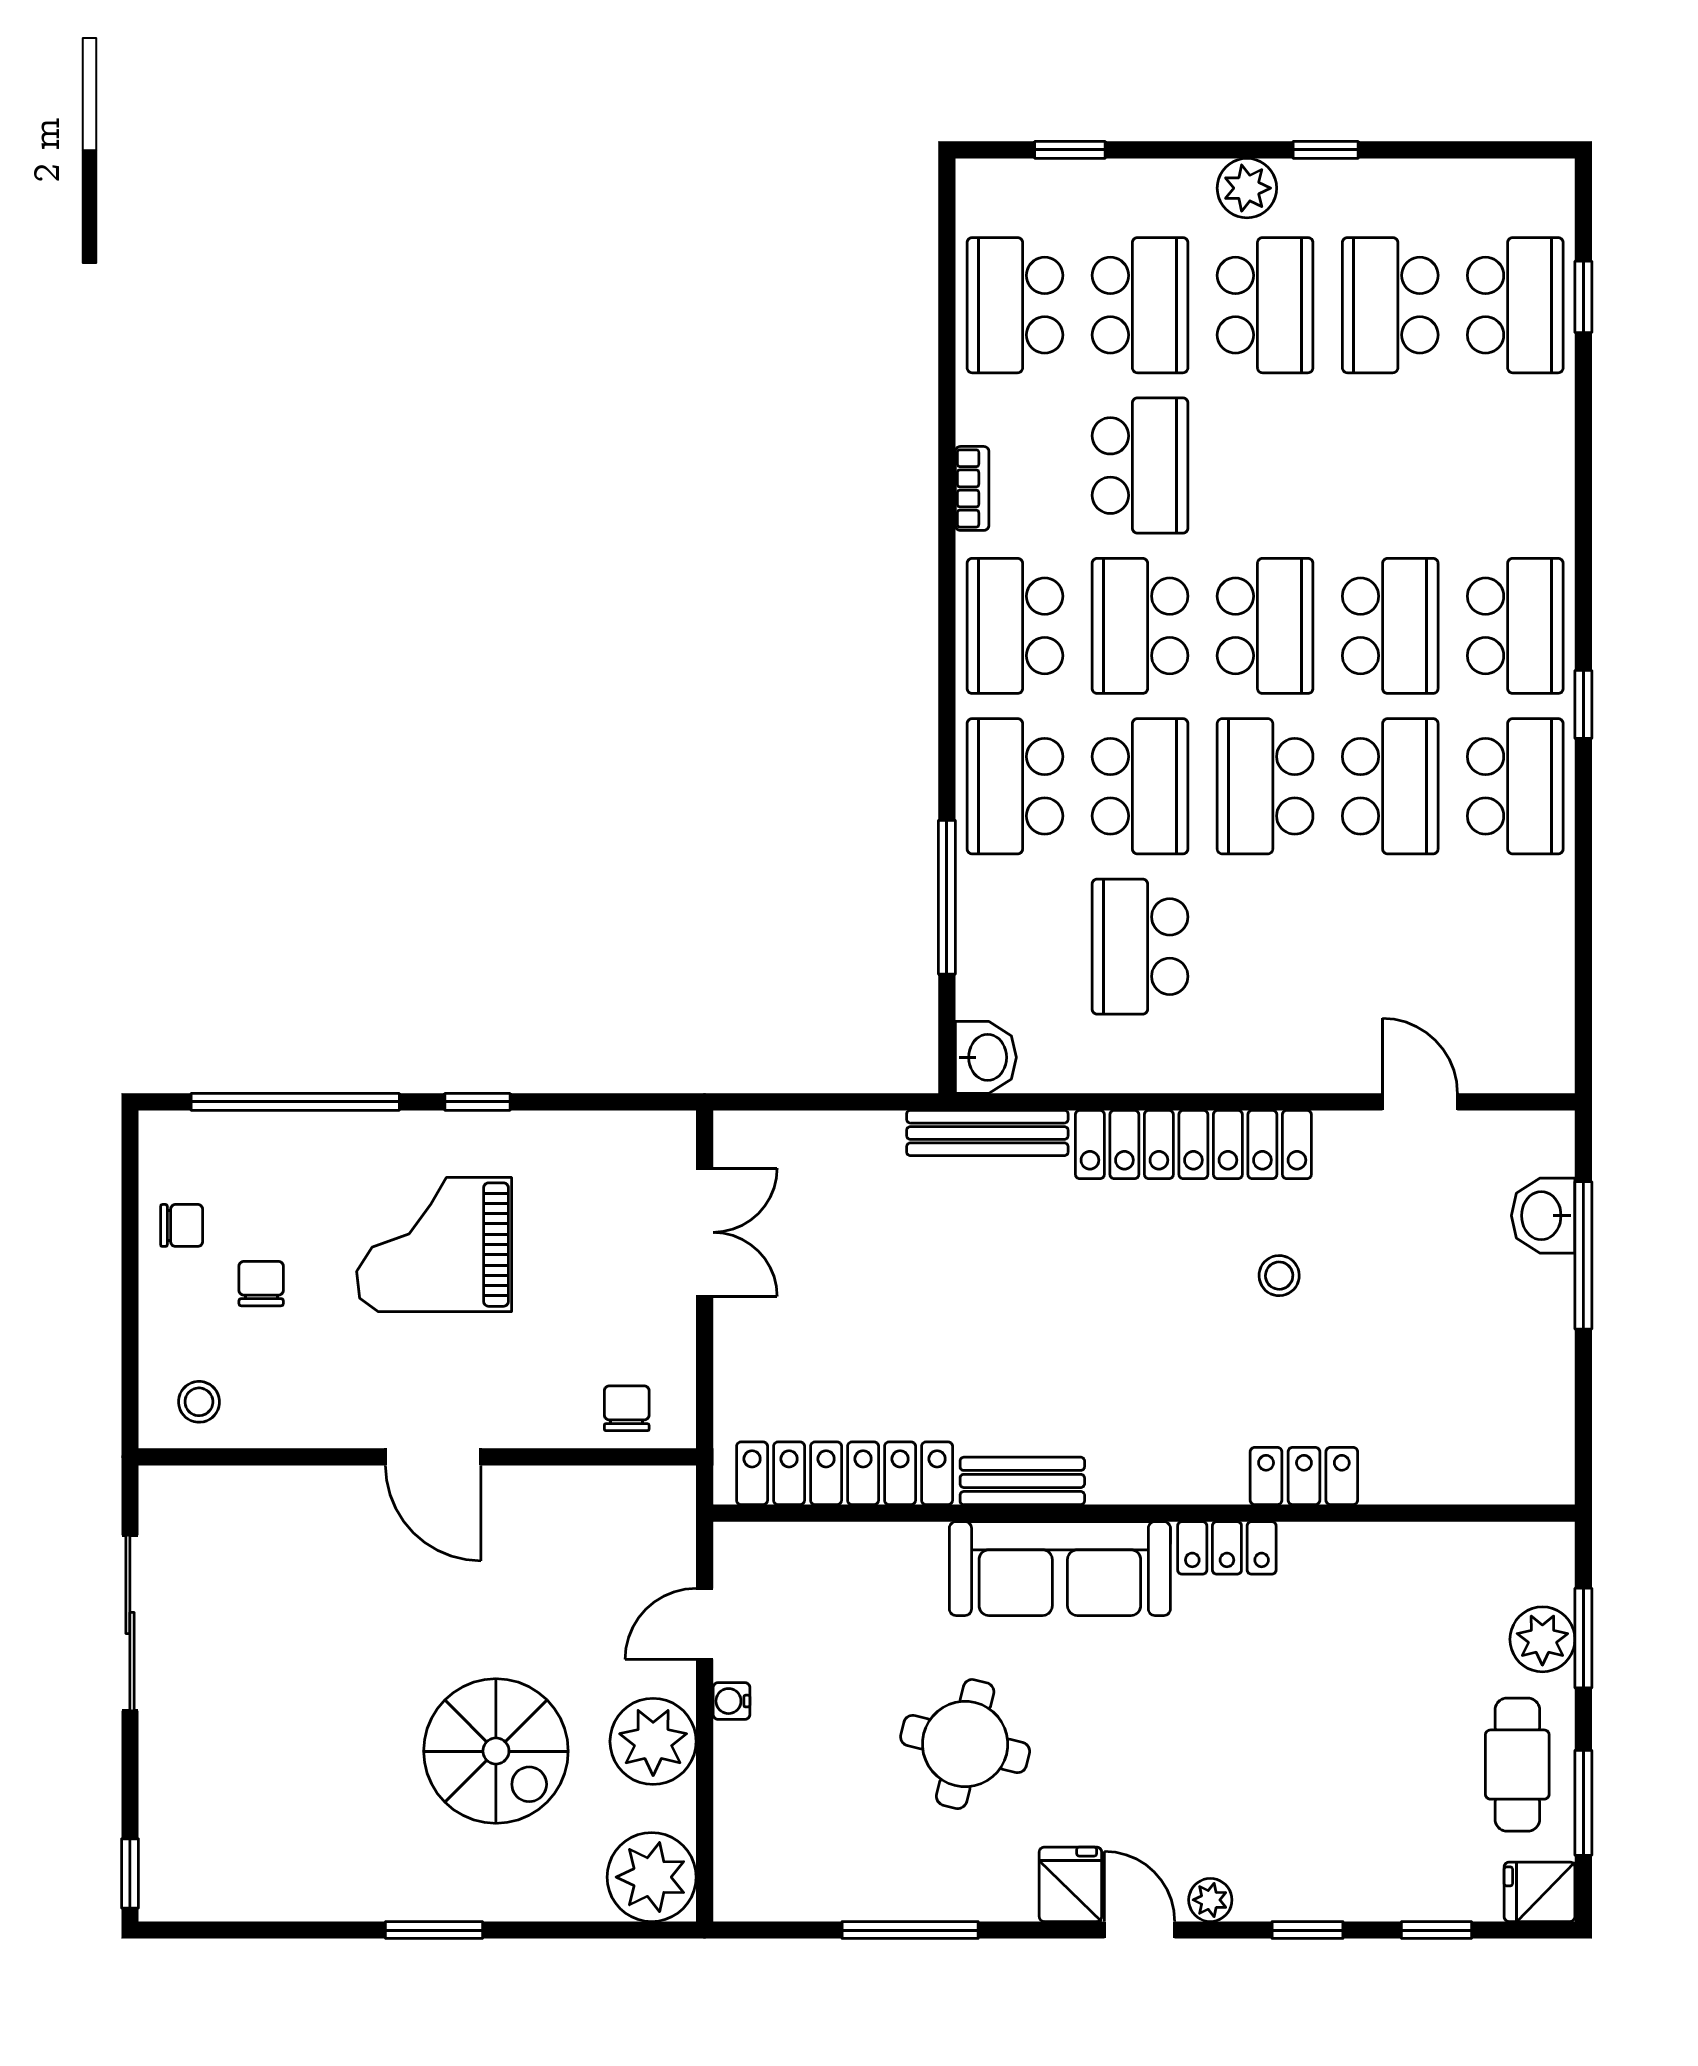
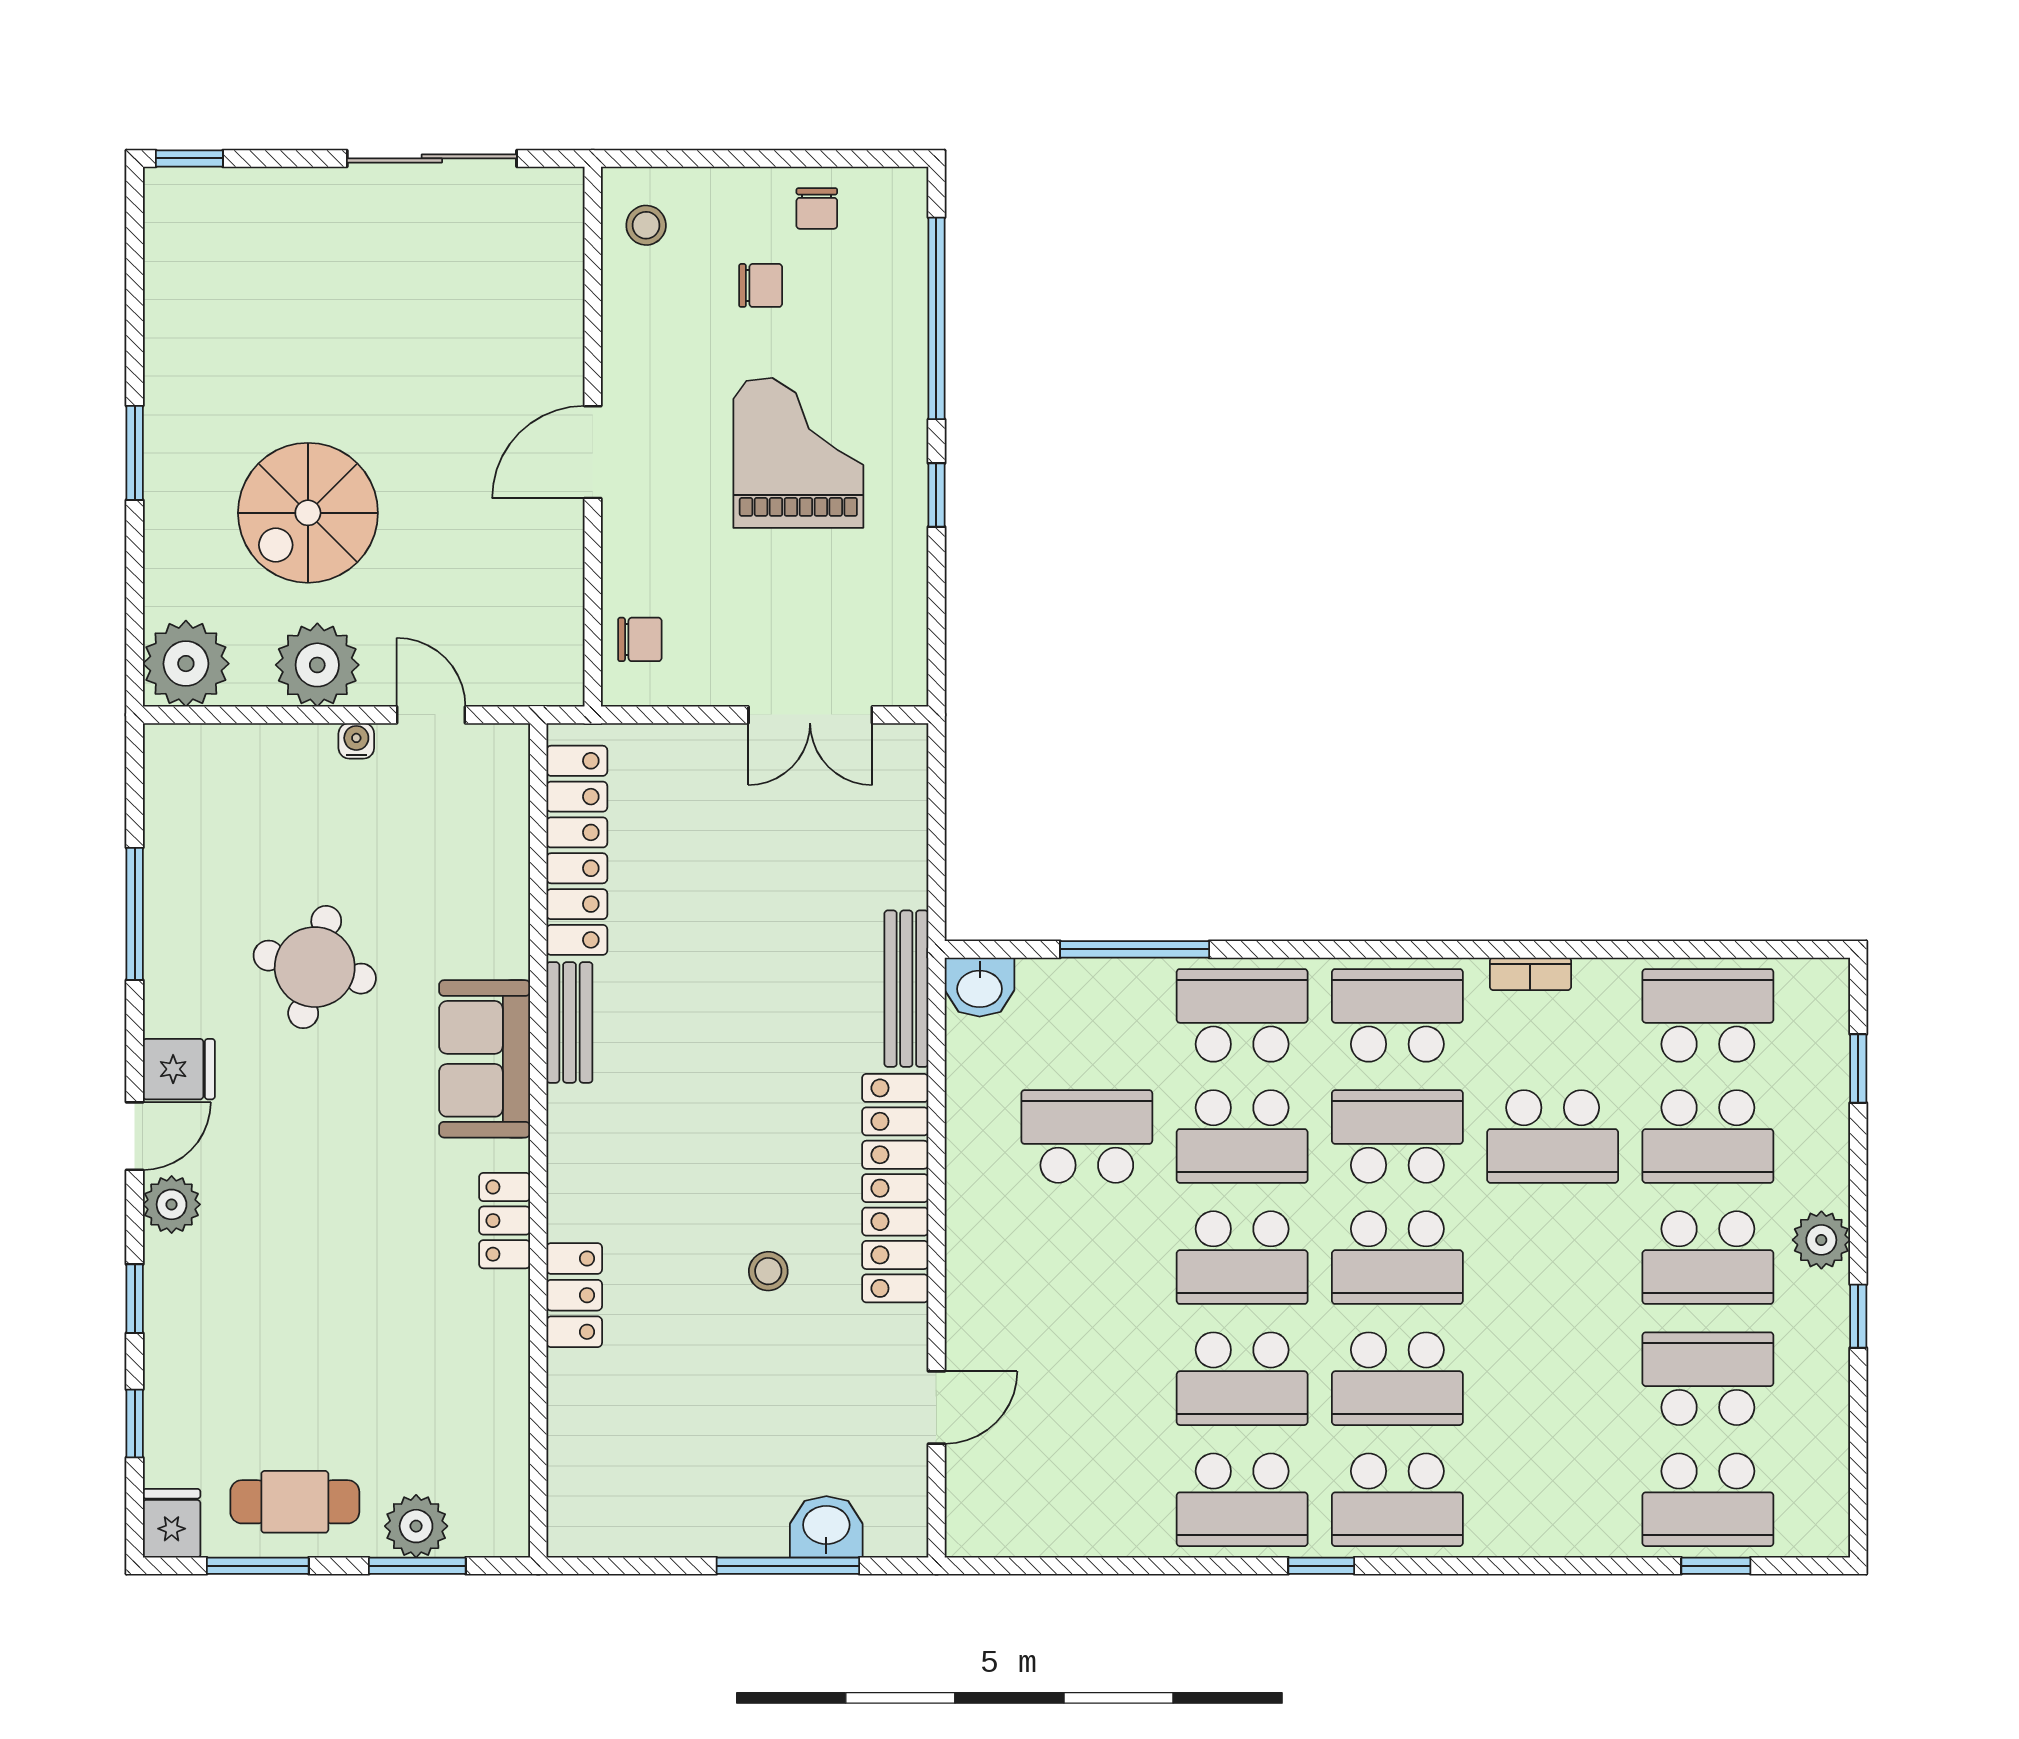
school desk: (1265, 786) -> (1242, 1258), turned 180
sofa: (1060, 1569) -> (485, 1059), width x0.73
plant: (1210, 1900) -> (172, 1204), width x1.38, depth x1.38

